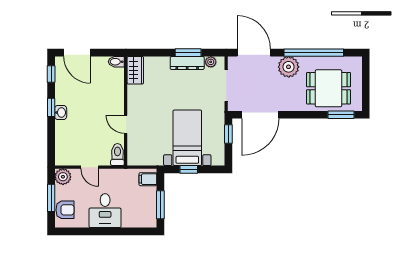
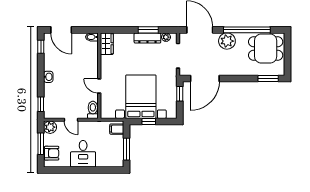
dining table: (329, 88) -> (266, 48), moved
window: (51, 107) -> (41, 104), moved
bed with nightstands: (187, 138) -> (141, 97), width x1.36

